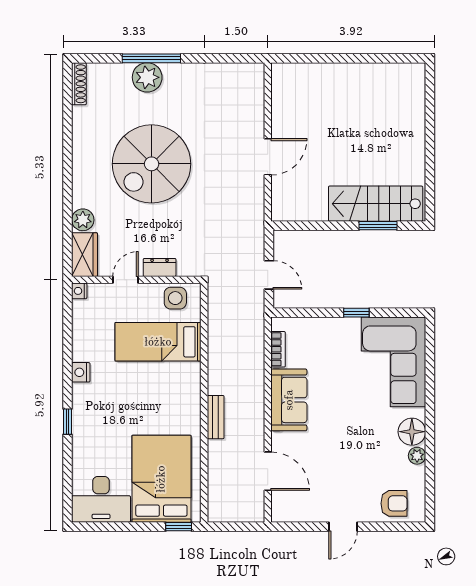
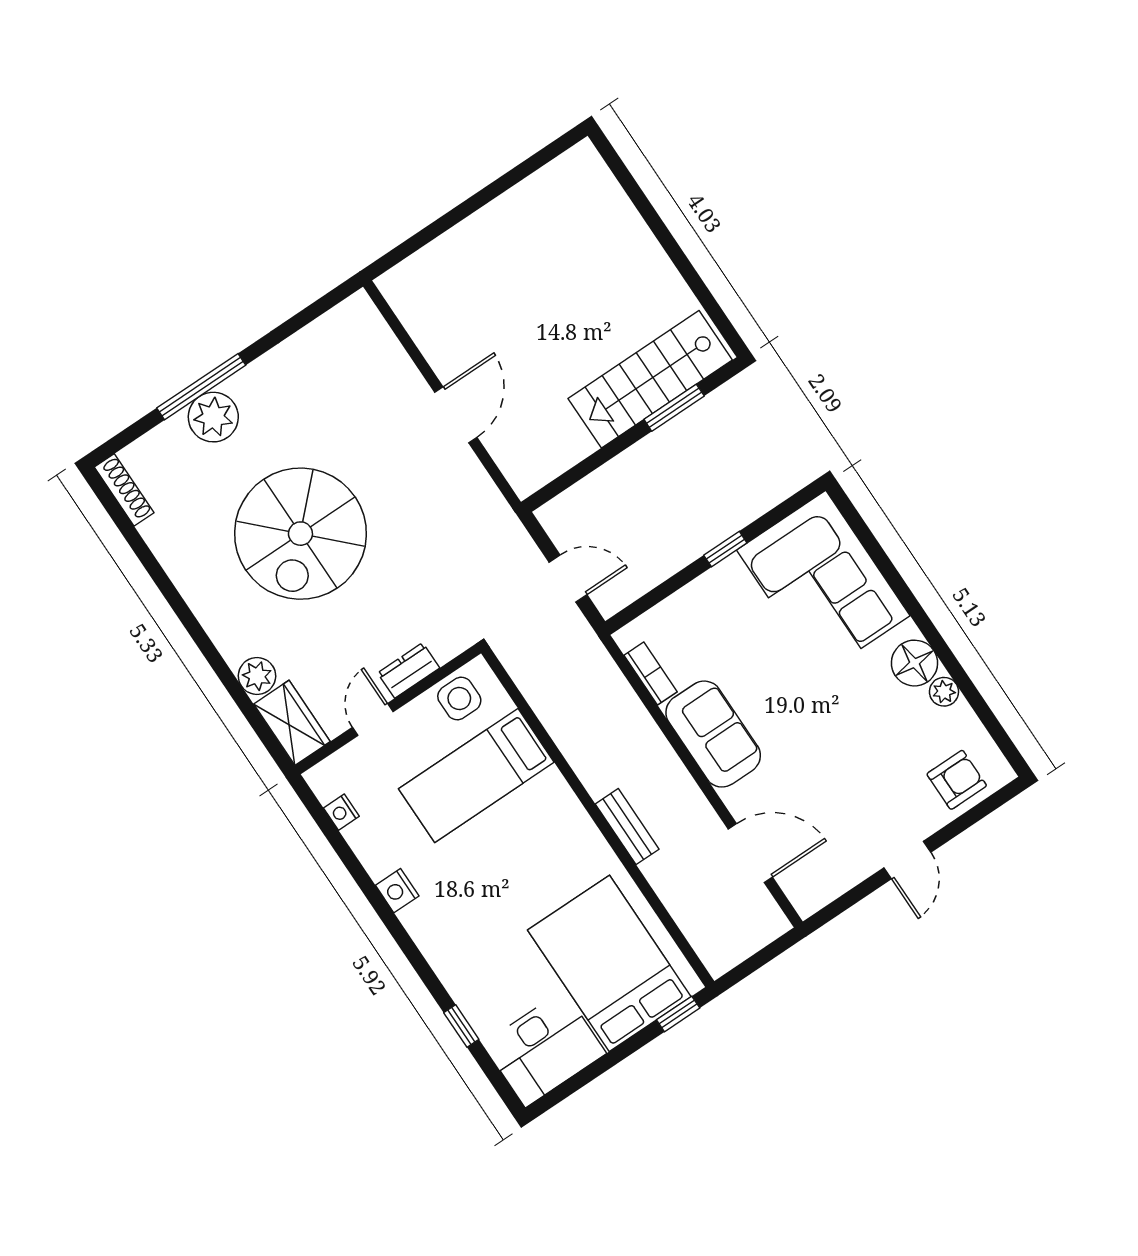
nightstand: (79, 291) -> (341, 812), moved
window: (67, 422) -> (461, 1026), moved

